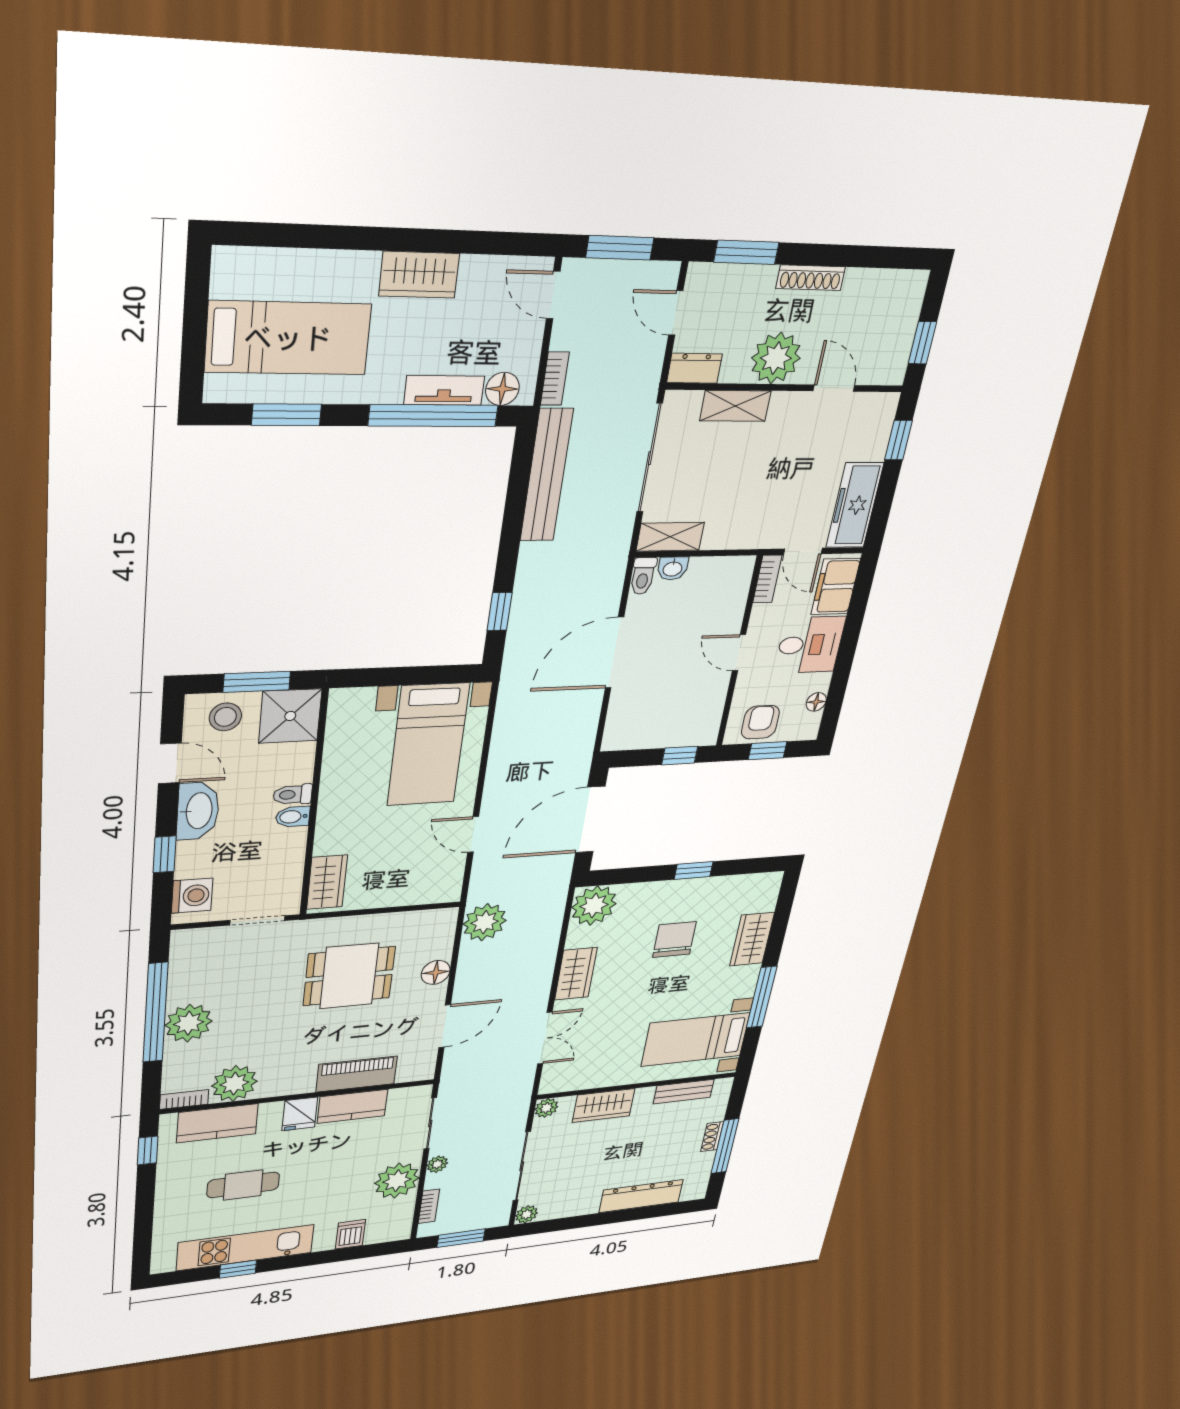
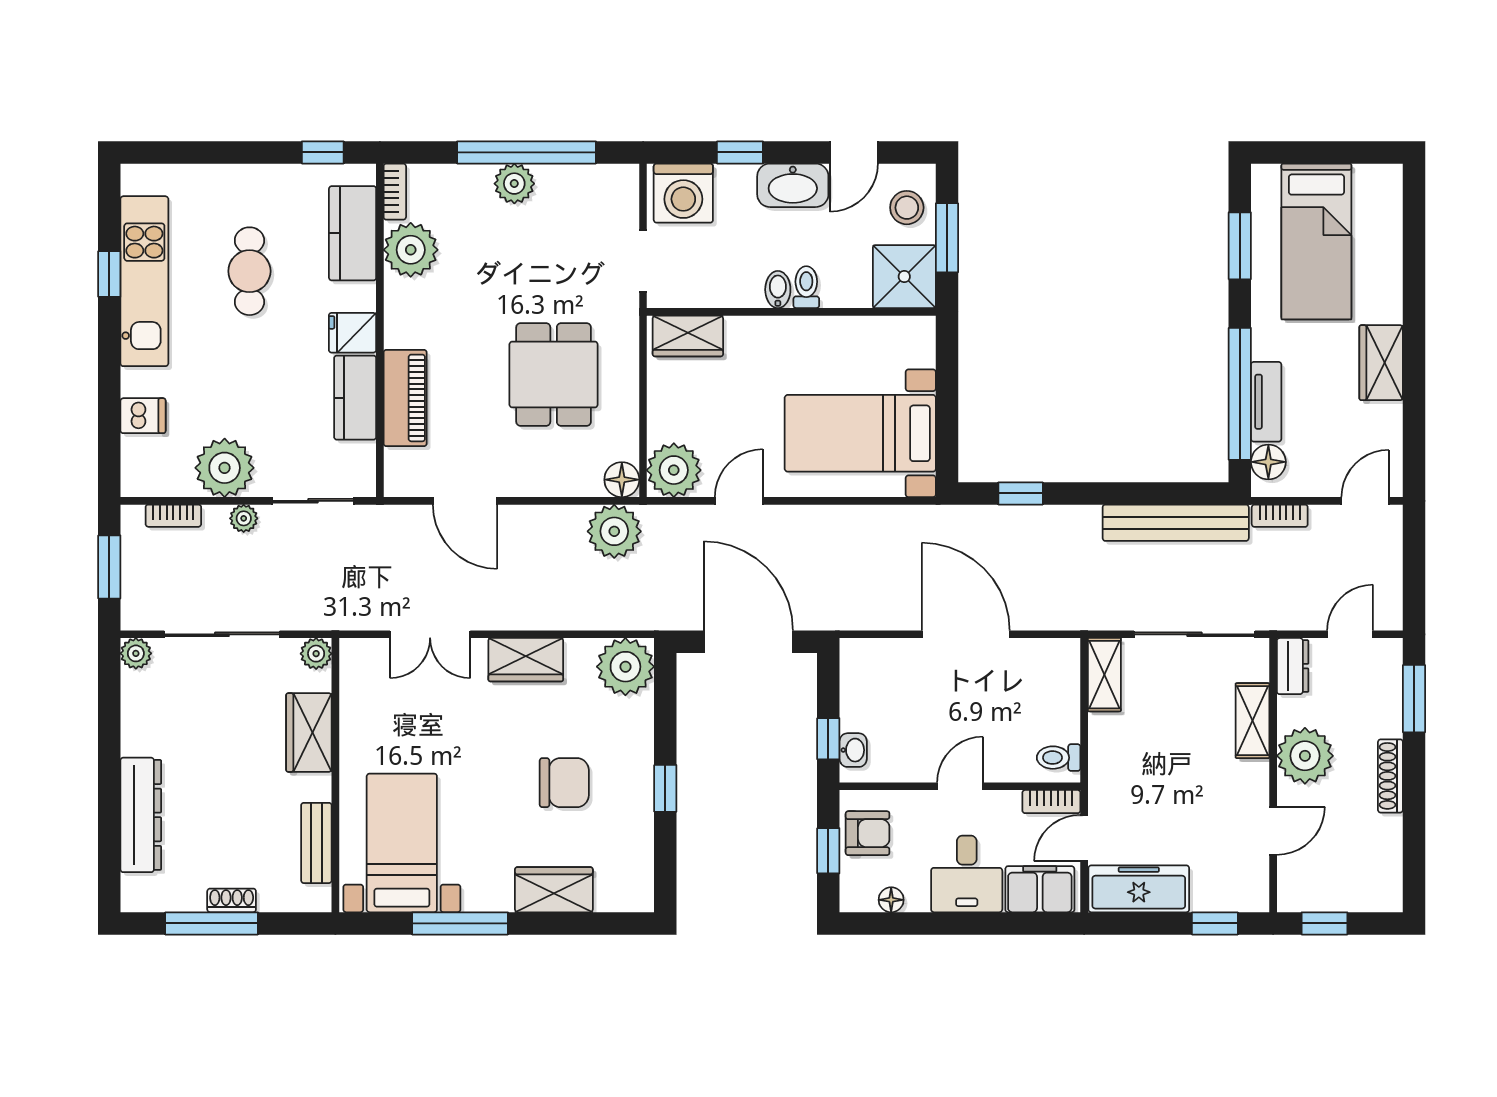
window: (620, 248) -> (1414, 563), removed
washbasin: (673, 568) -> (853, 750), moved, turned 180
toilet: (643, 576) -> (1059, 758), moved
plant: (440, 884) -> (674, 470), added
washing machine: (192, 896) -> (683, 193), width x1.37, depth x1.37
floor lamp: (436, 972) -> (622, 480), moved
plant: (189, 1023) -> (514, 184), width x0.73, depth x0.73

